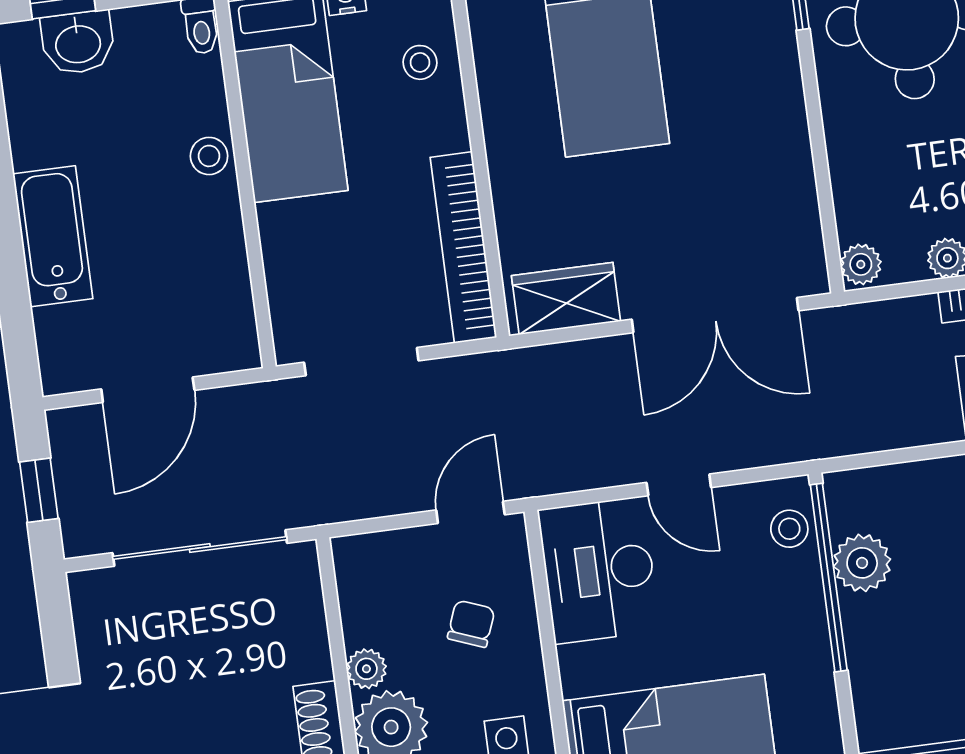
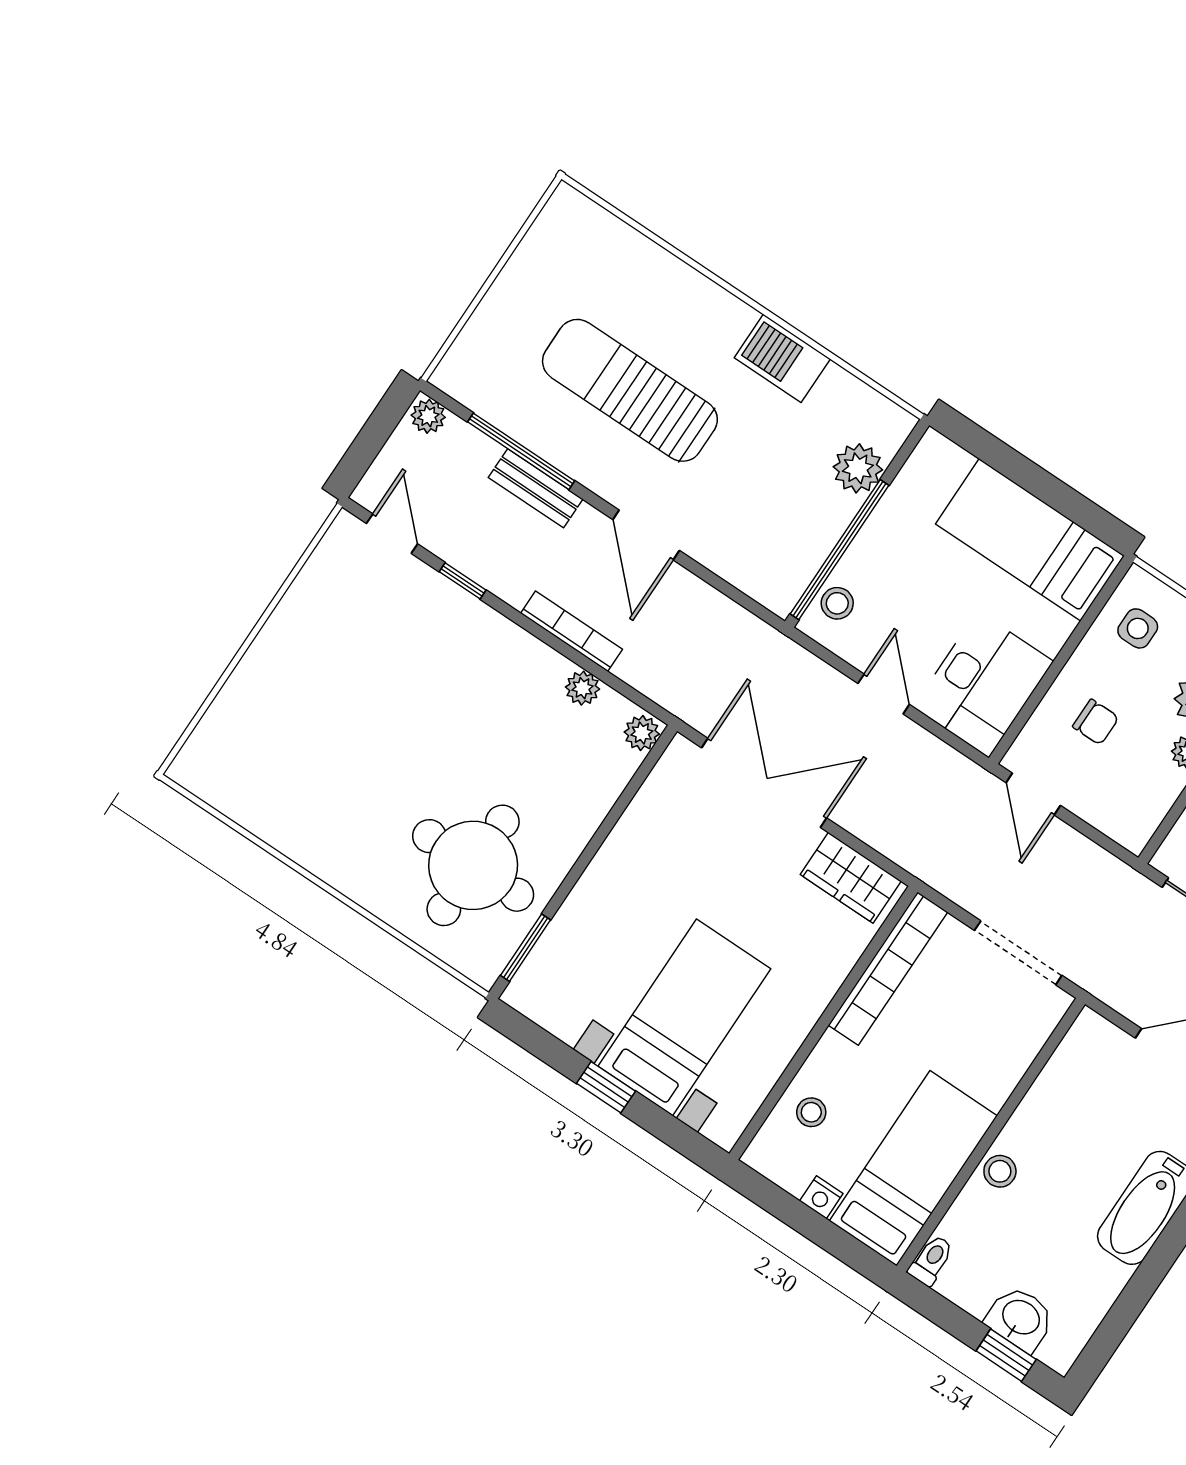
door: (470, 512) -> (1033, 794), hinge flipped
plant: (862, 563) -> (858, 468), moved
chair: (471, 624) -> (1096, 722), turned -111

